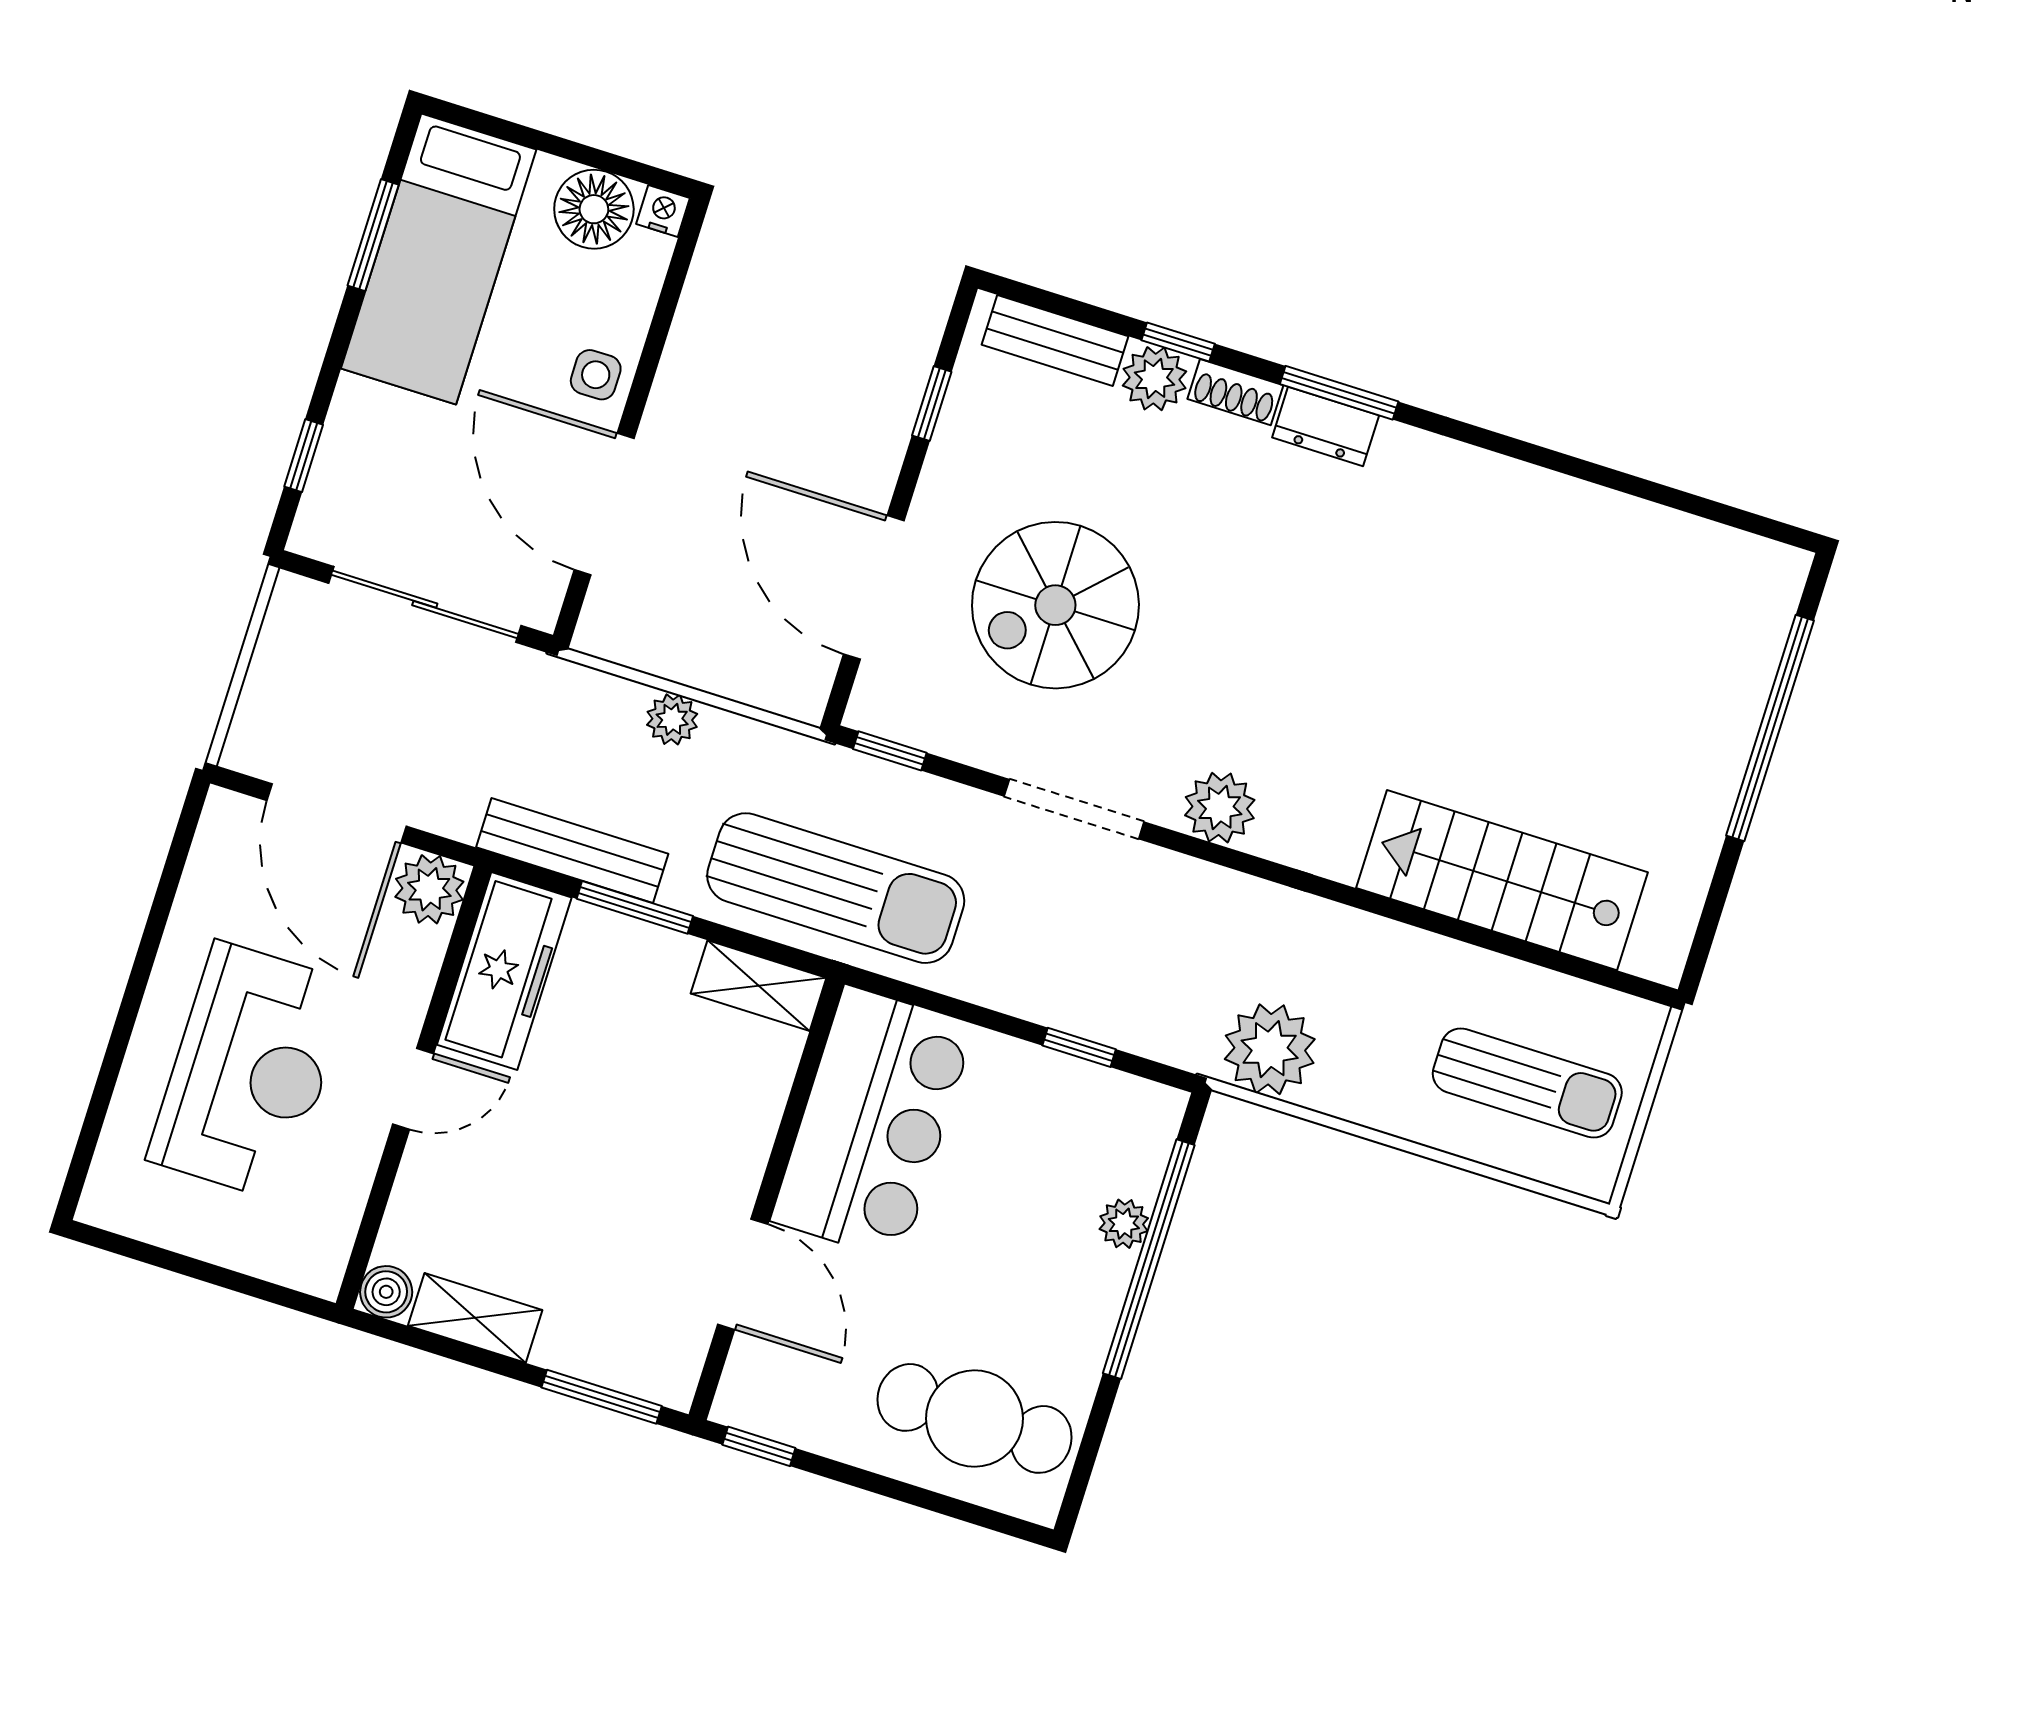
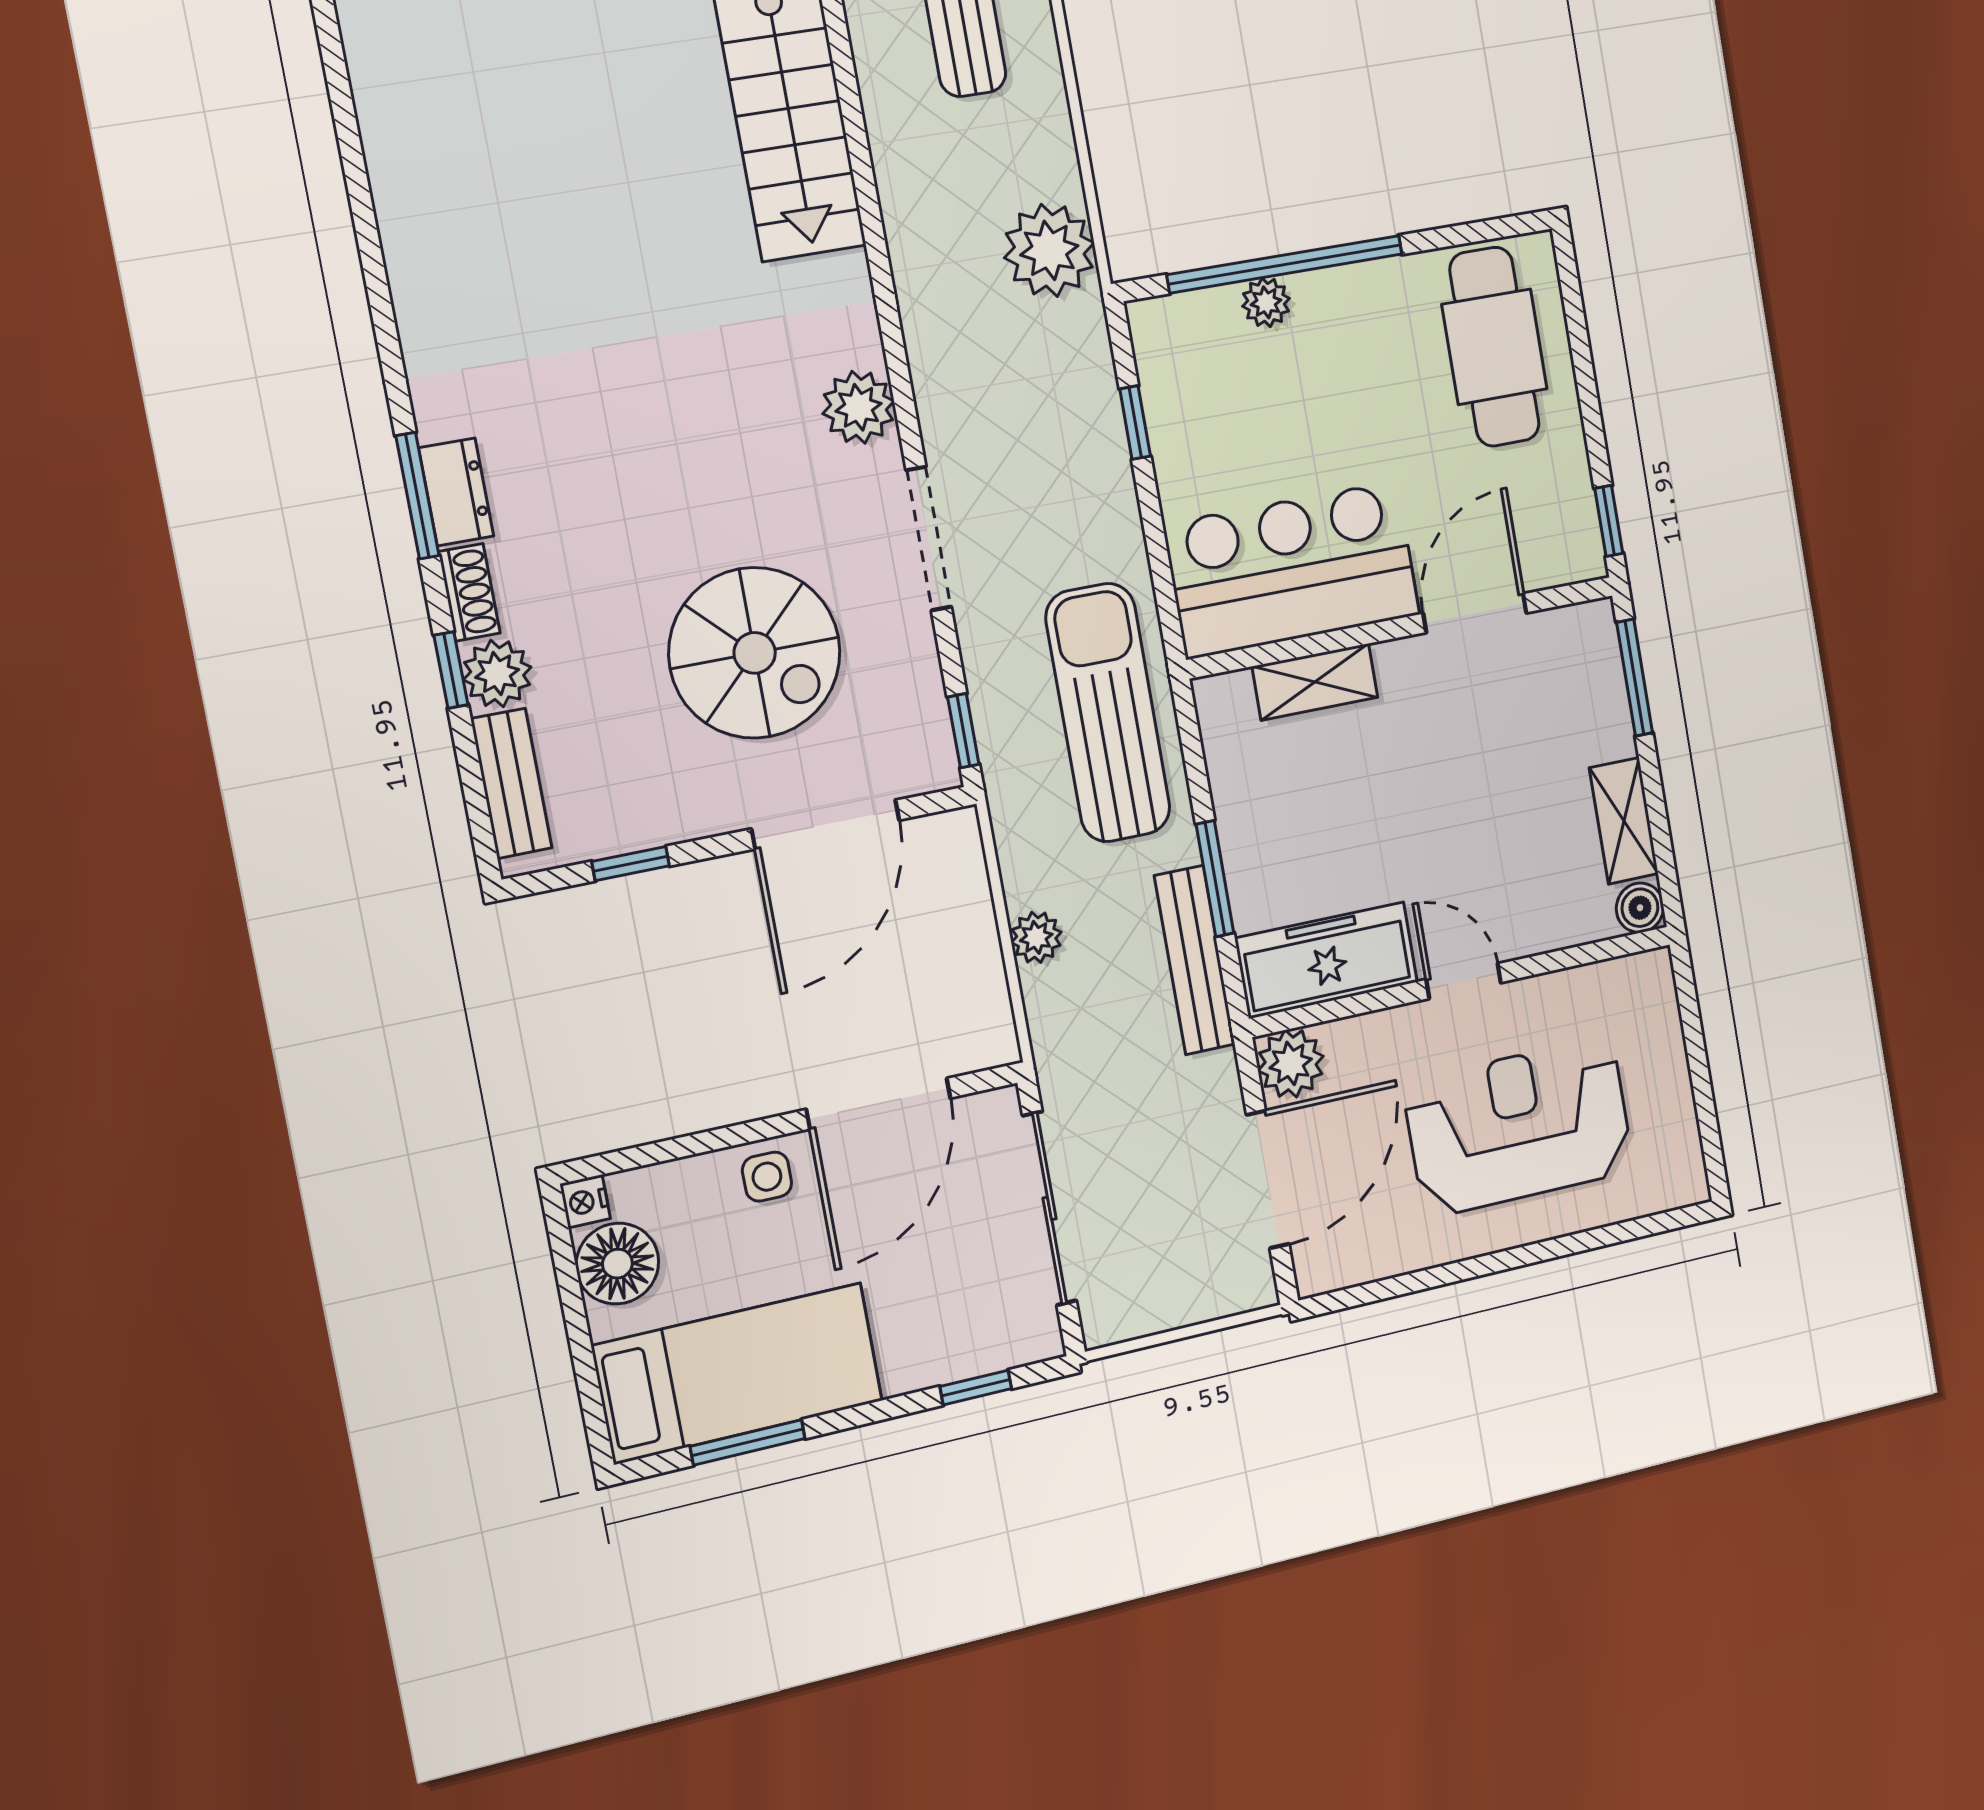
shelving: (759, 986) -> (1315, 682), moved, turned 90

